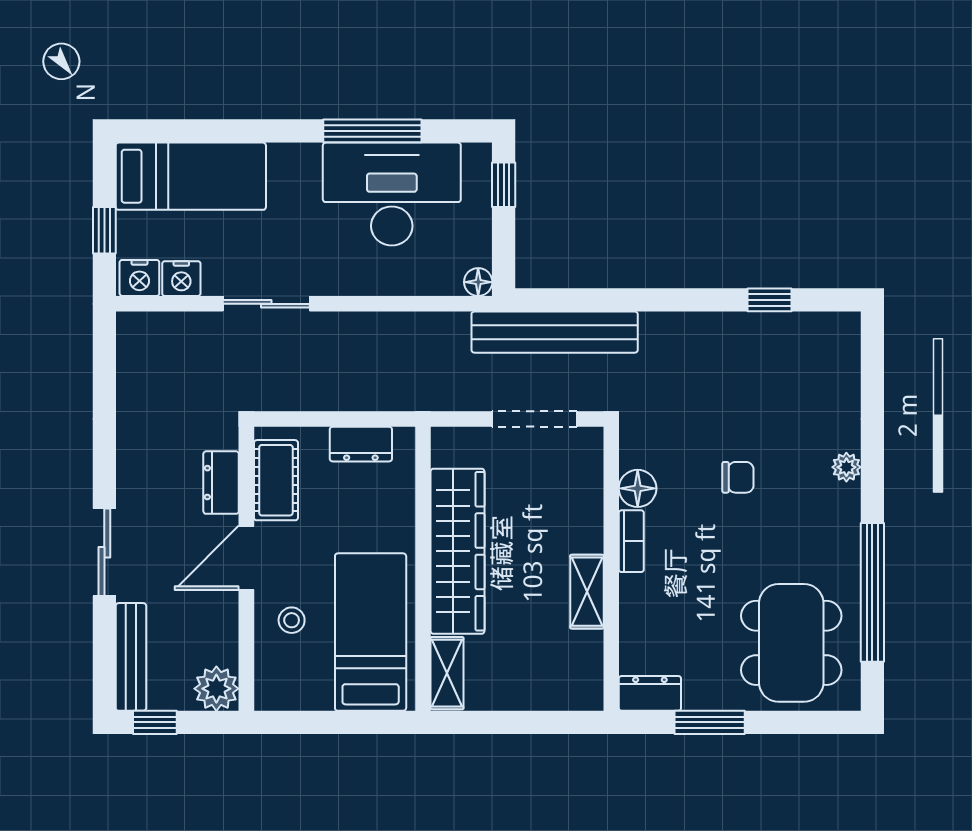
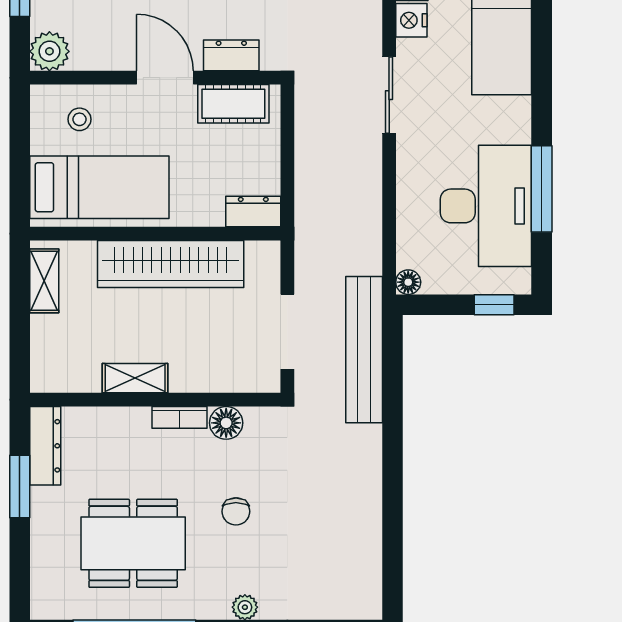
window: (769, 300) -> (392, 539), removed
dresser: (361, 444) -> (253, 211), moved, turned 90
stool: (292, 620) -> (79, 119), moved
dining table: (791, 643) -> (133, 543), moved
shelving: (447, 673) -> (44, 281), moved, turned 90
dresser: (650, 693) -> (45, 446), width x1.44

